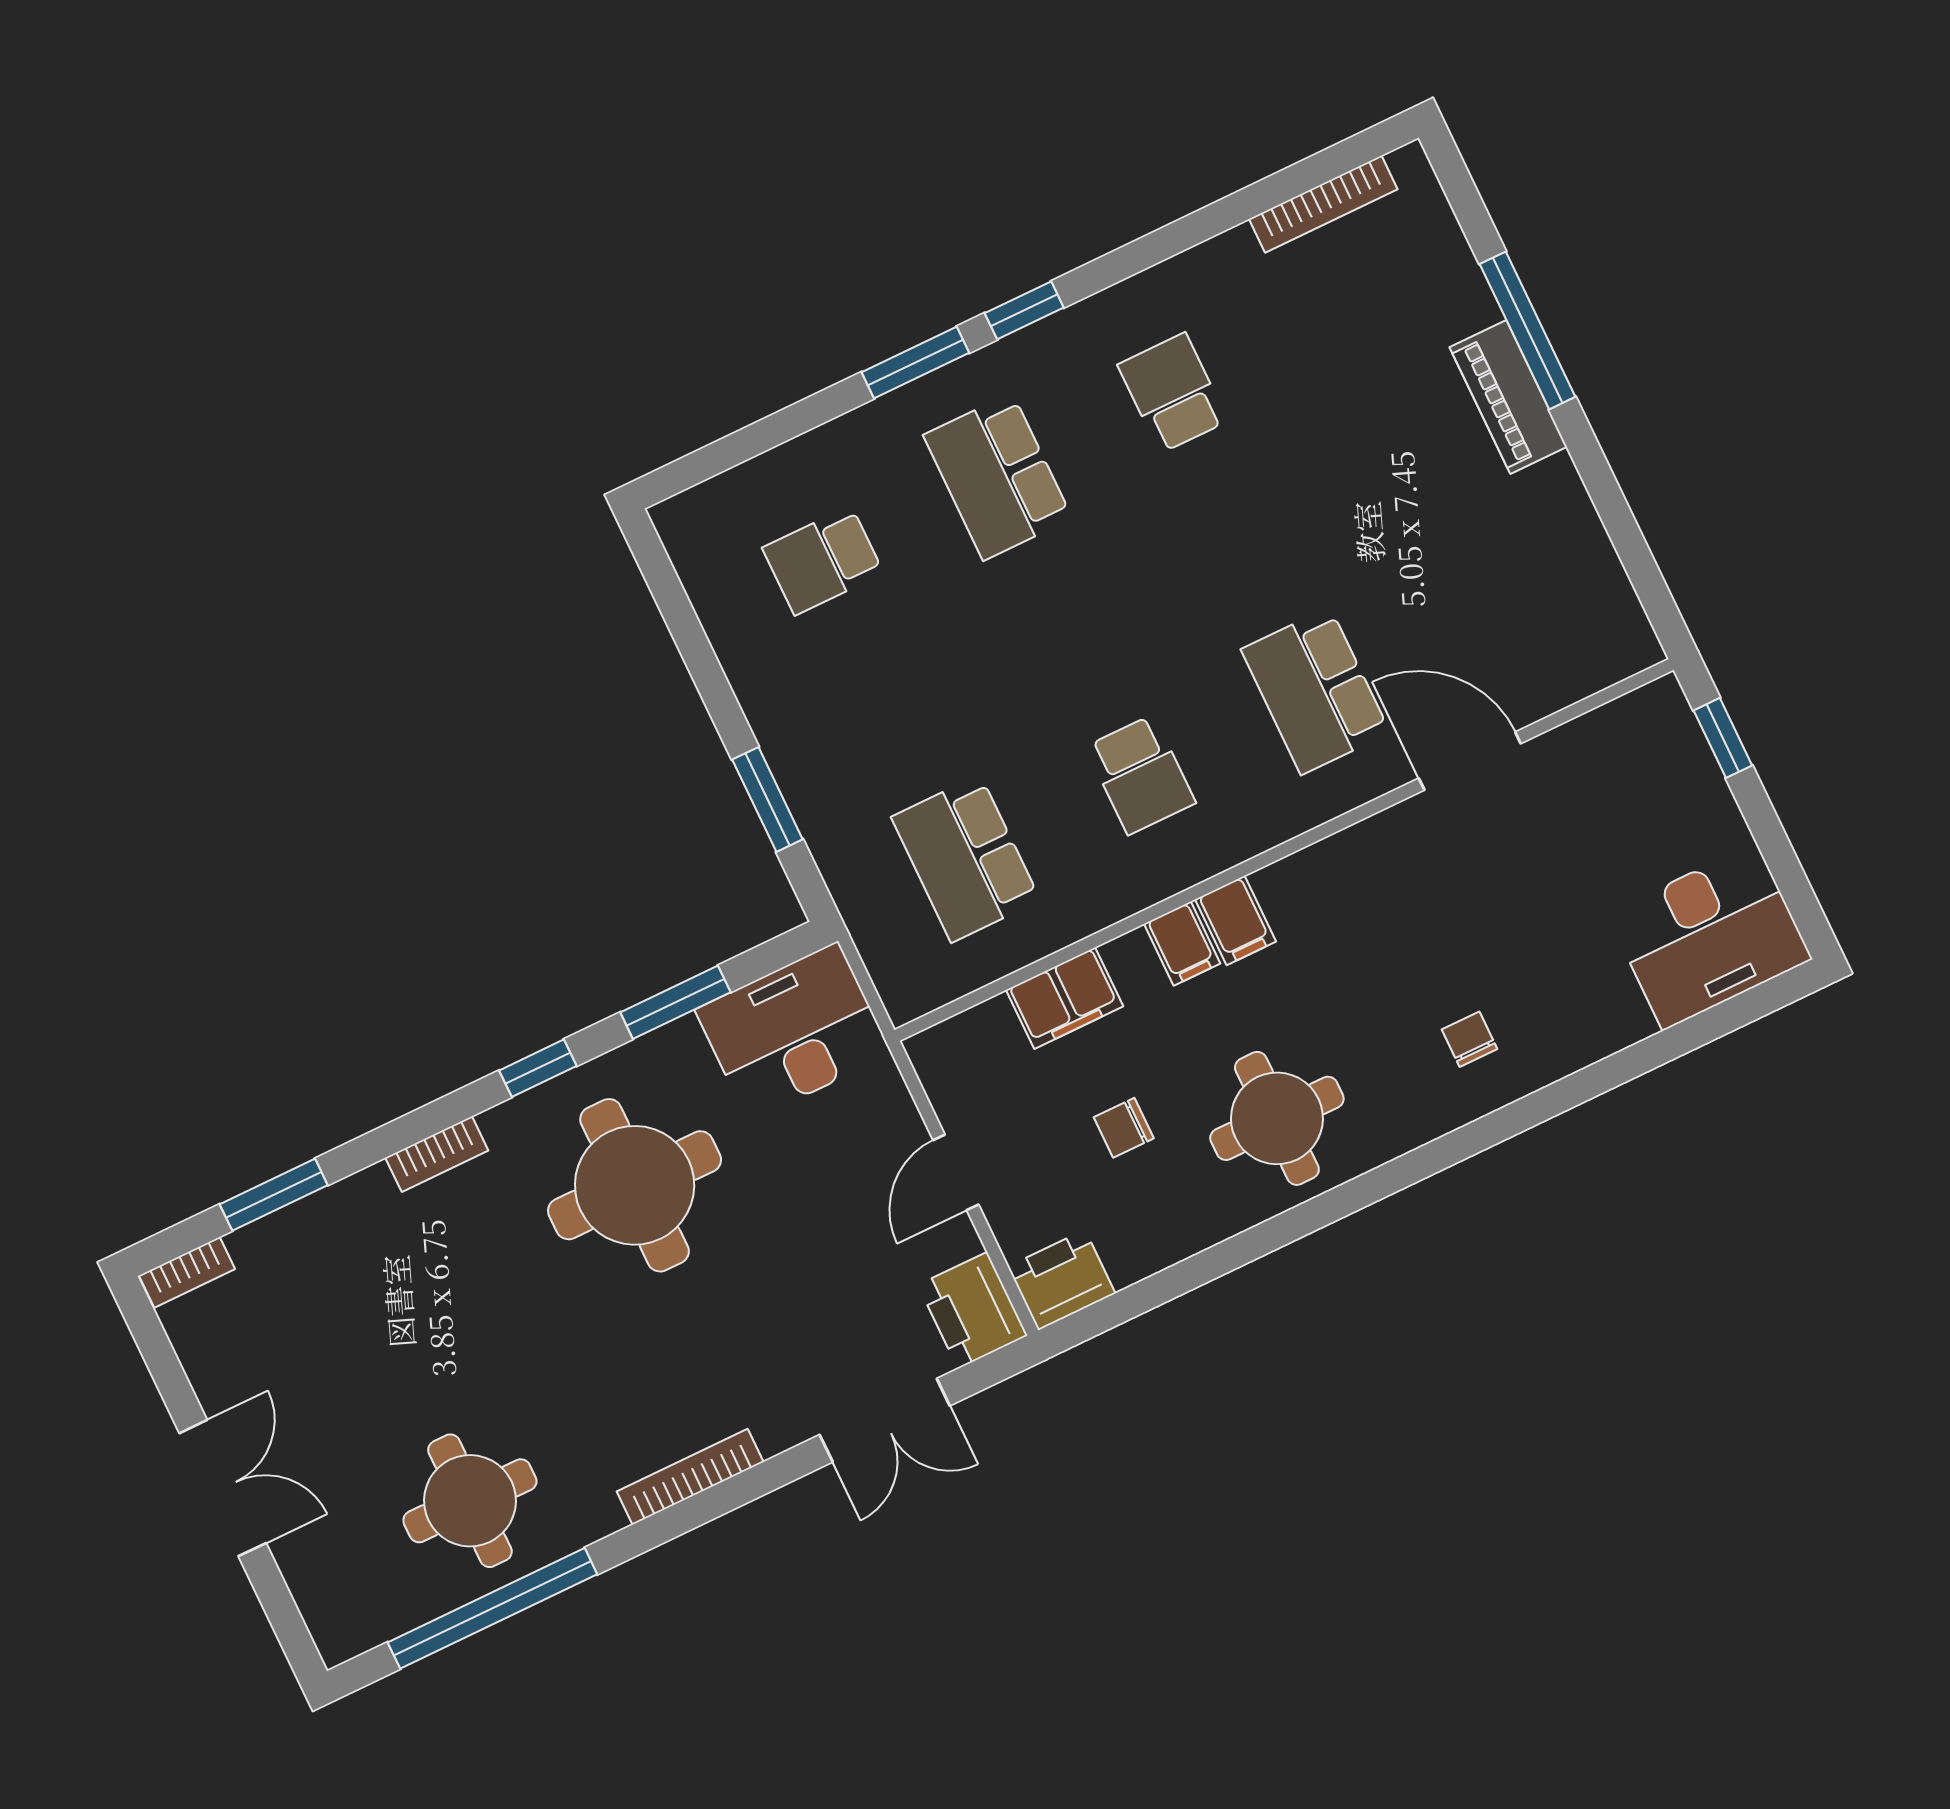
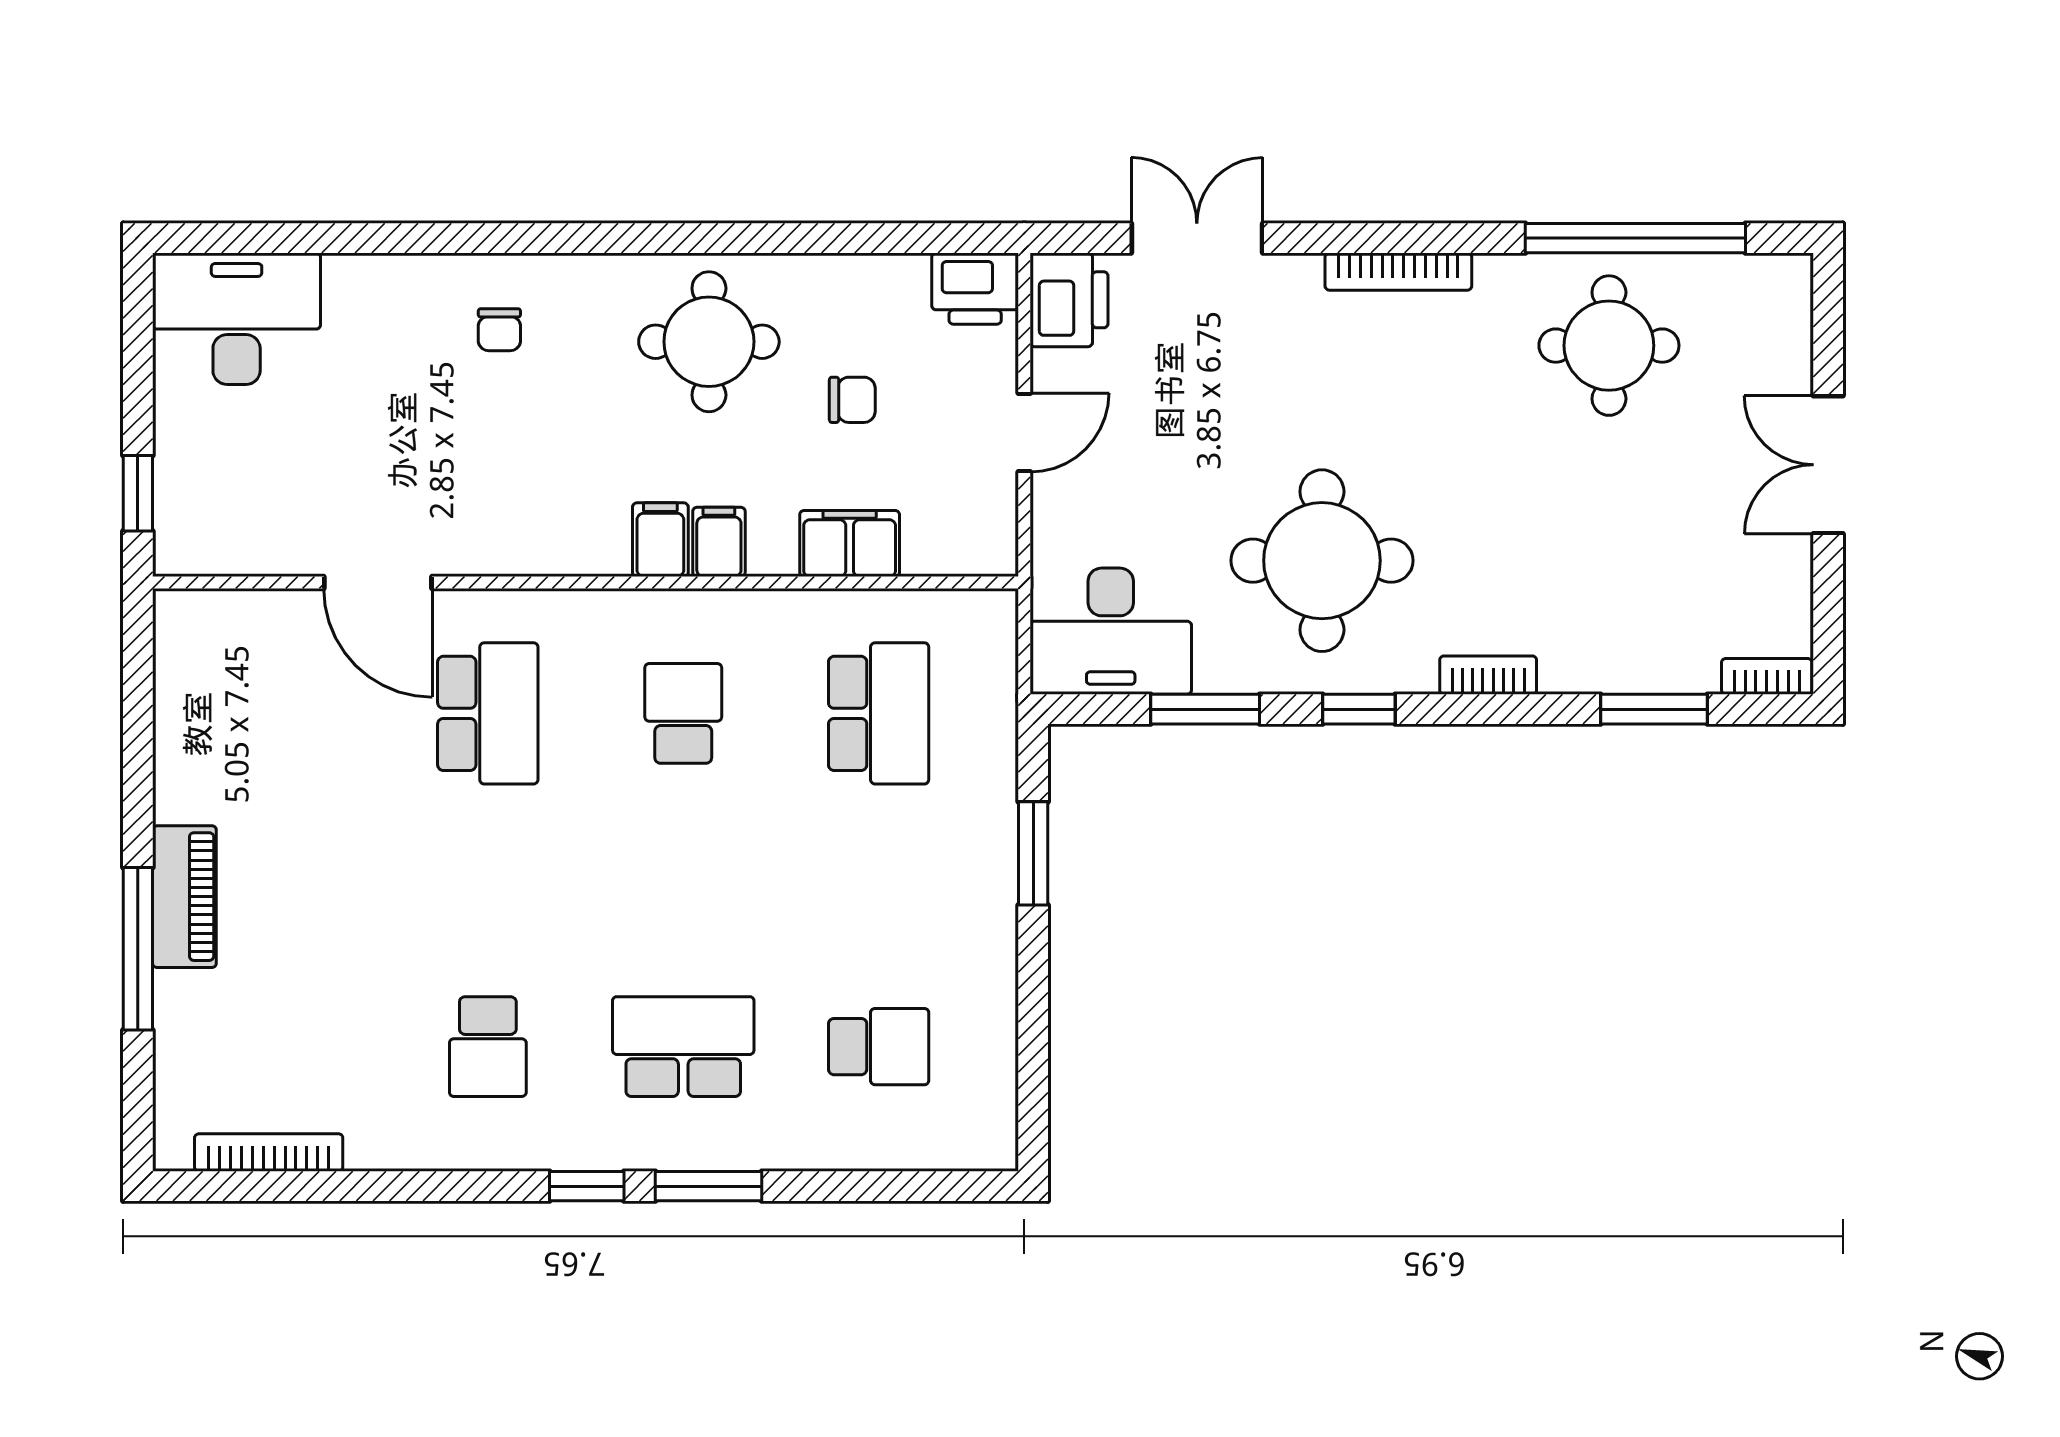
school desk: (998, 477) -> (683, 1047), turned -90

